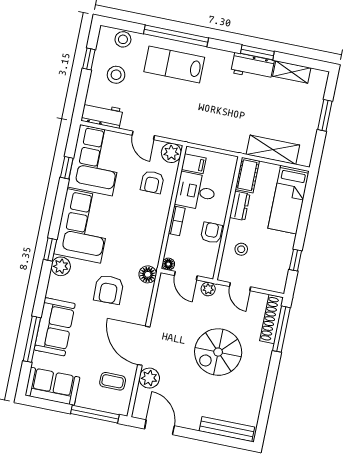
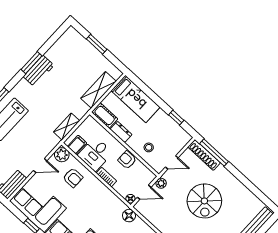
shelving: (292, 72) -> (67, 126), moved

